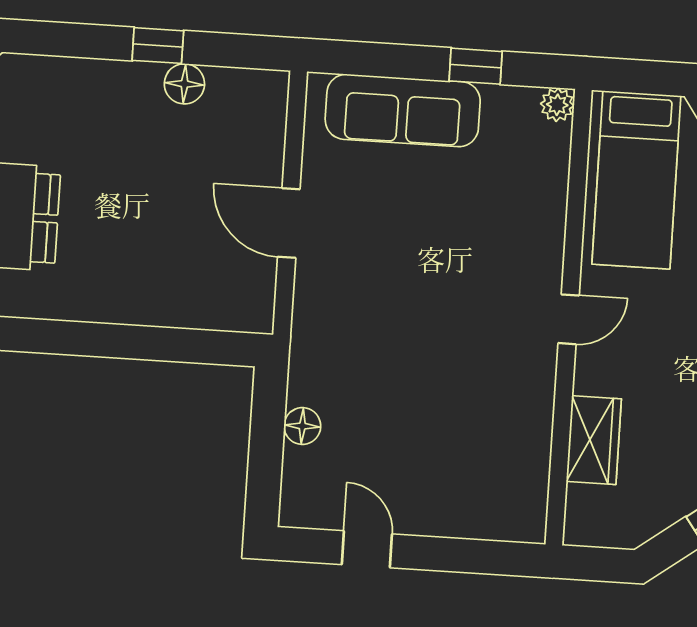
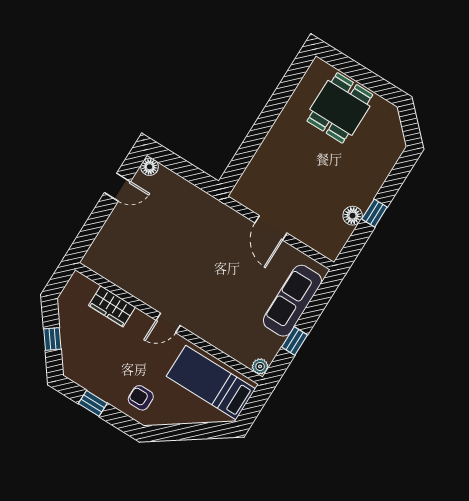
door: (289, 223) -> (271, 228), swing flipped
door: (569, 319) -> (168, 323), hinge flipped
floor lamp: (302, 426) -> (150, 167), moved

